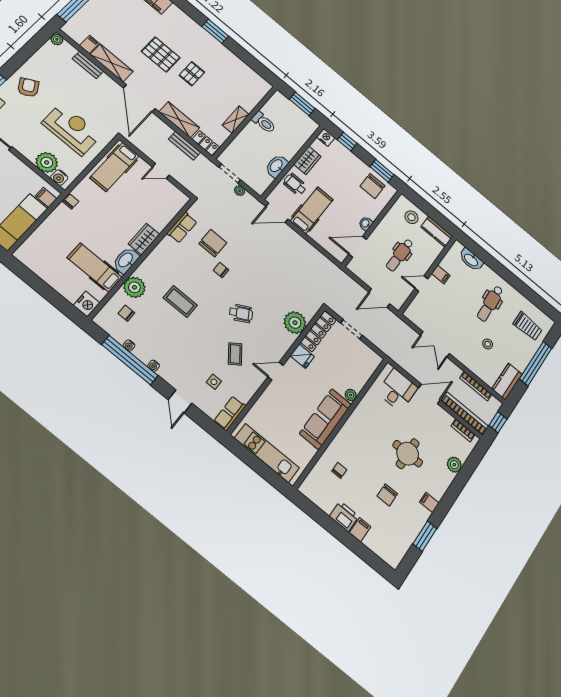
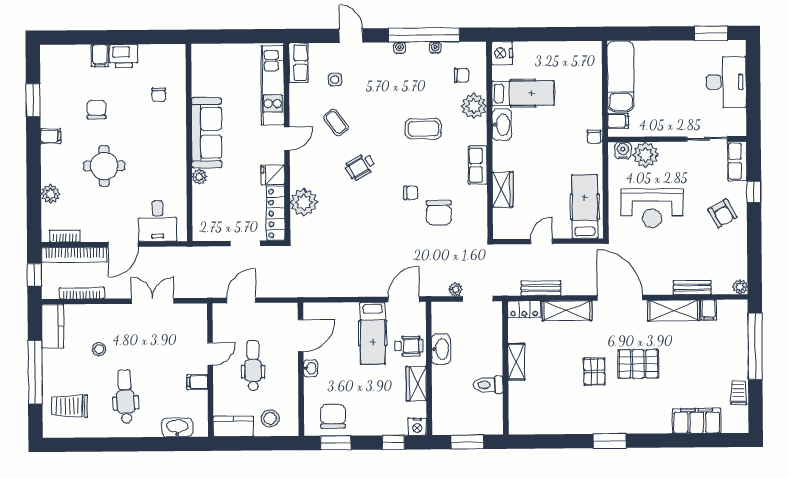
row of seats: (182, 228) -> (478, 165), moved
wardrobe: (144, 239) -> (503, 189), moved
kitchen unit: (267, 453) -> (273, 85), moved, turned 90

